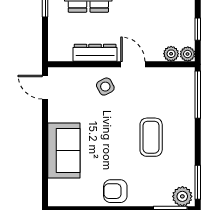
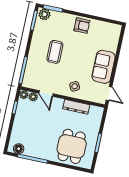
door: (133, 64) -> (46, 93), moved
sofa: (64, 150) -> (104, 67), moved

